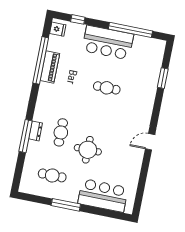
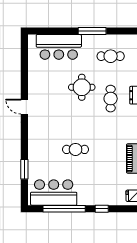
window: (78, 19) -> (102, 209), moved
bar counter: (108, 43) -> (54, 193), moved
door: (150, 142) -> (24, 107), swing flipped

